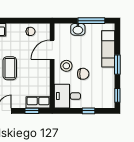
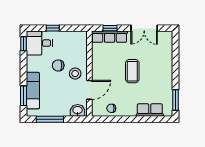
washbasin: (78, 29) -> (78, 110), moved
window: (117, 65) -> (24, 96), moved
desk: (67, 96) -> (39, 43), moved, turned 180
row of seats: (38, 102) -> (110, 37), width x1.48

